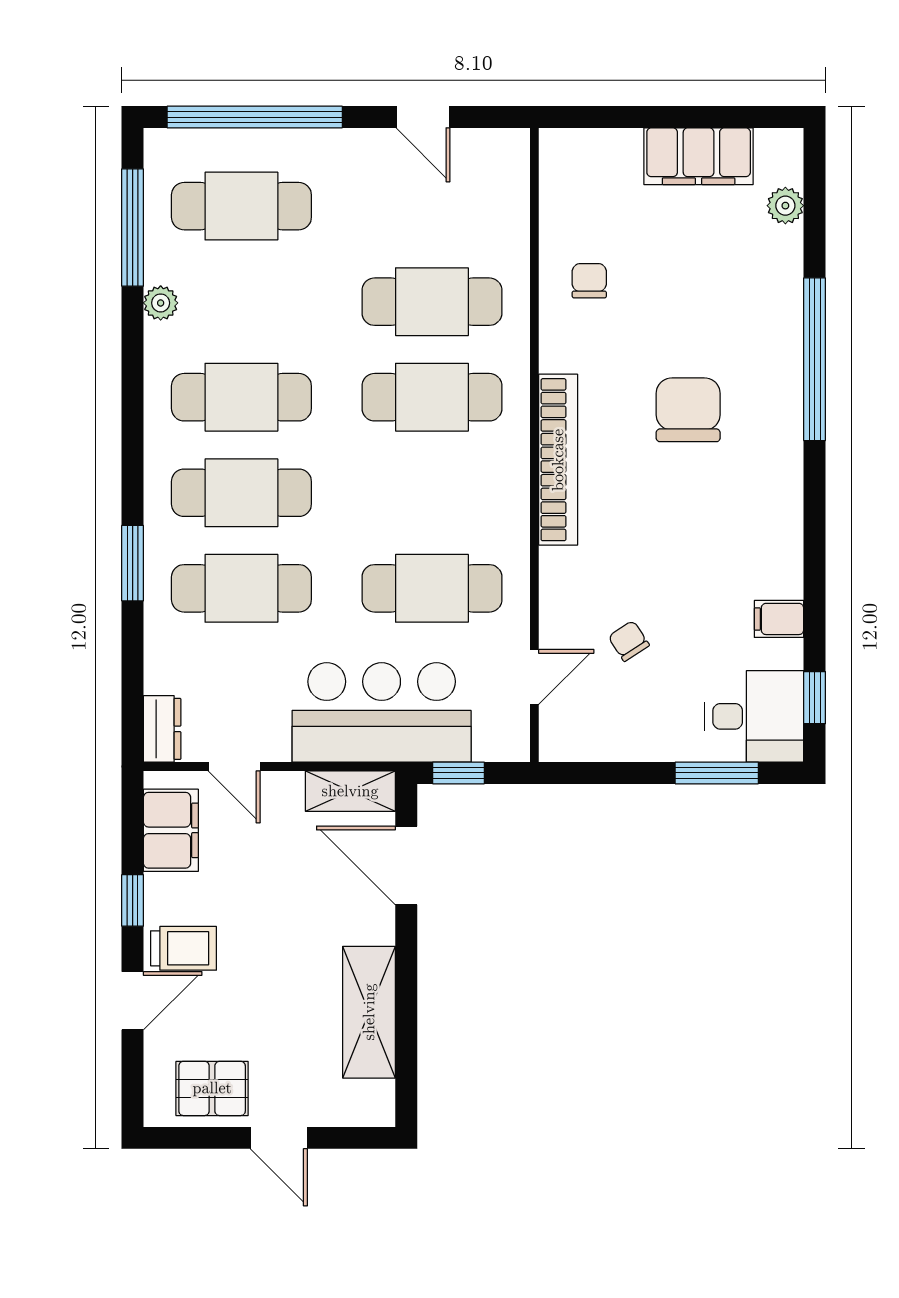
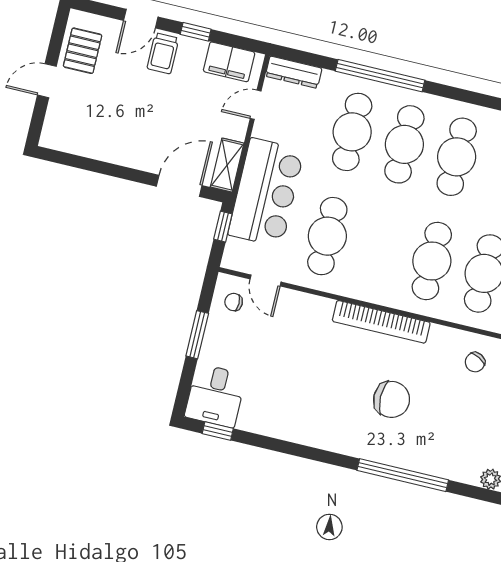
chair: (589, 281) -> (475, 362), turned 118
window: (133, 563) -> (380, 76), width x2.11
filing cabinet: (779, 619) -> (265, 422), removed
chair: (629, 641) -> (234, 302), moved, turned -147
dresser: (162, 729) -> (294, 72), width x1.44
window: (717, 773) -> (197, 335), moved
door: (133, 1001) -> (141, 19), hinge flipped
shelving: (369, 1012) -> (104, 146), removed

